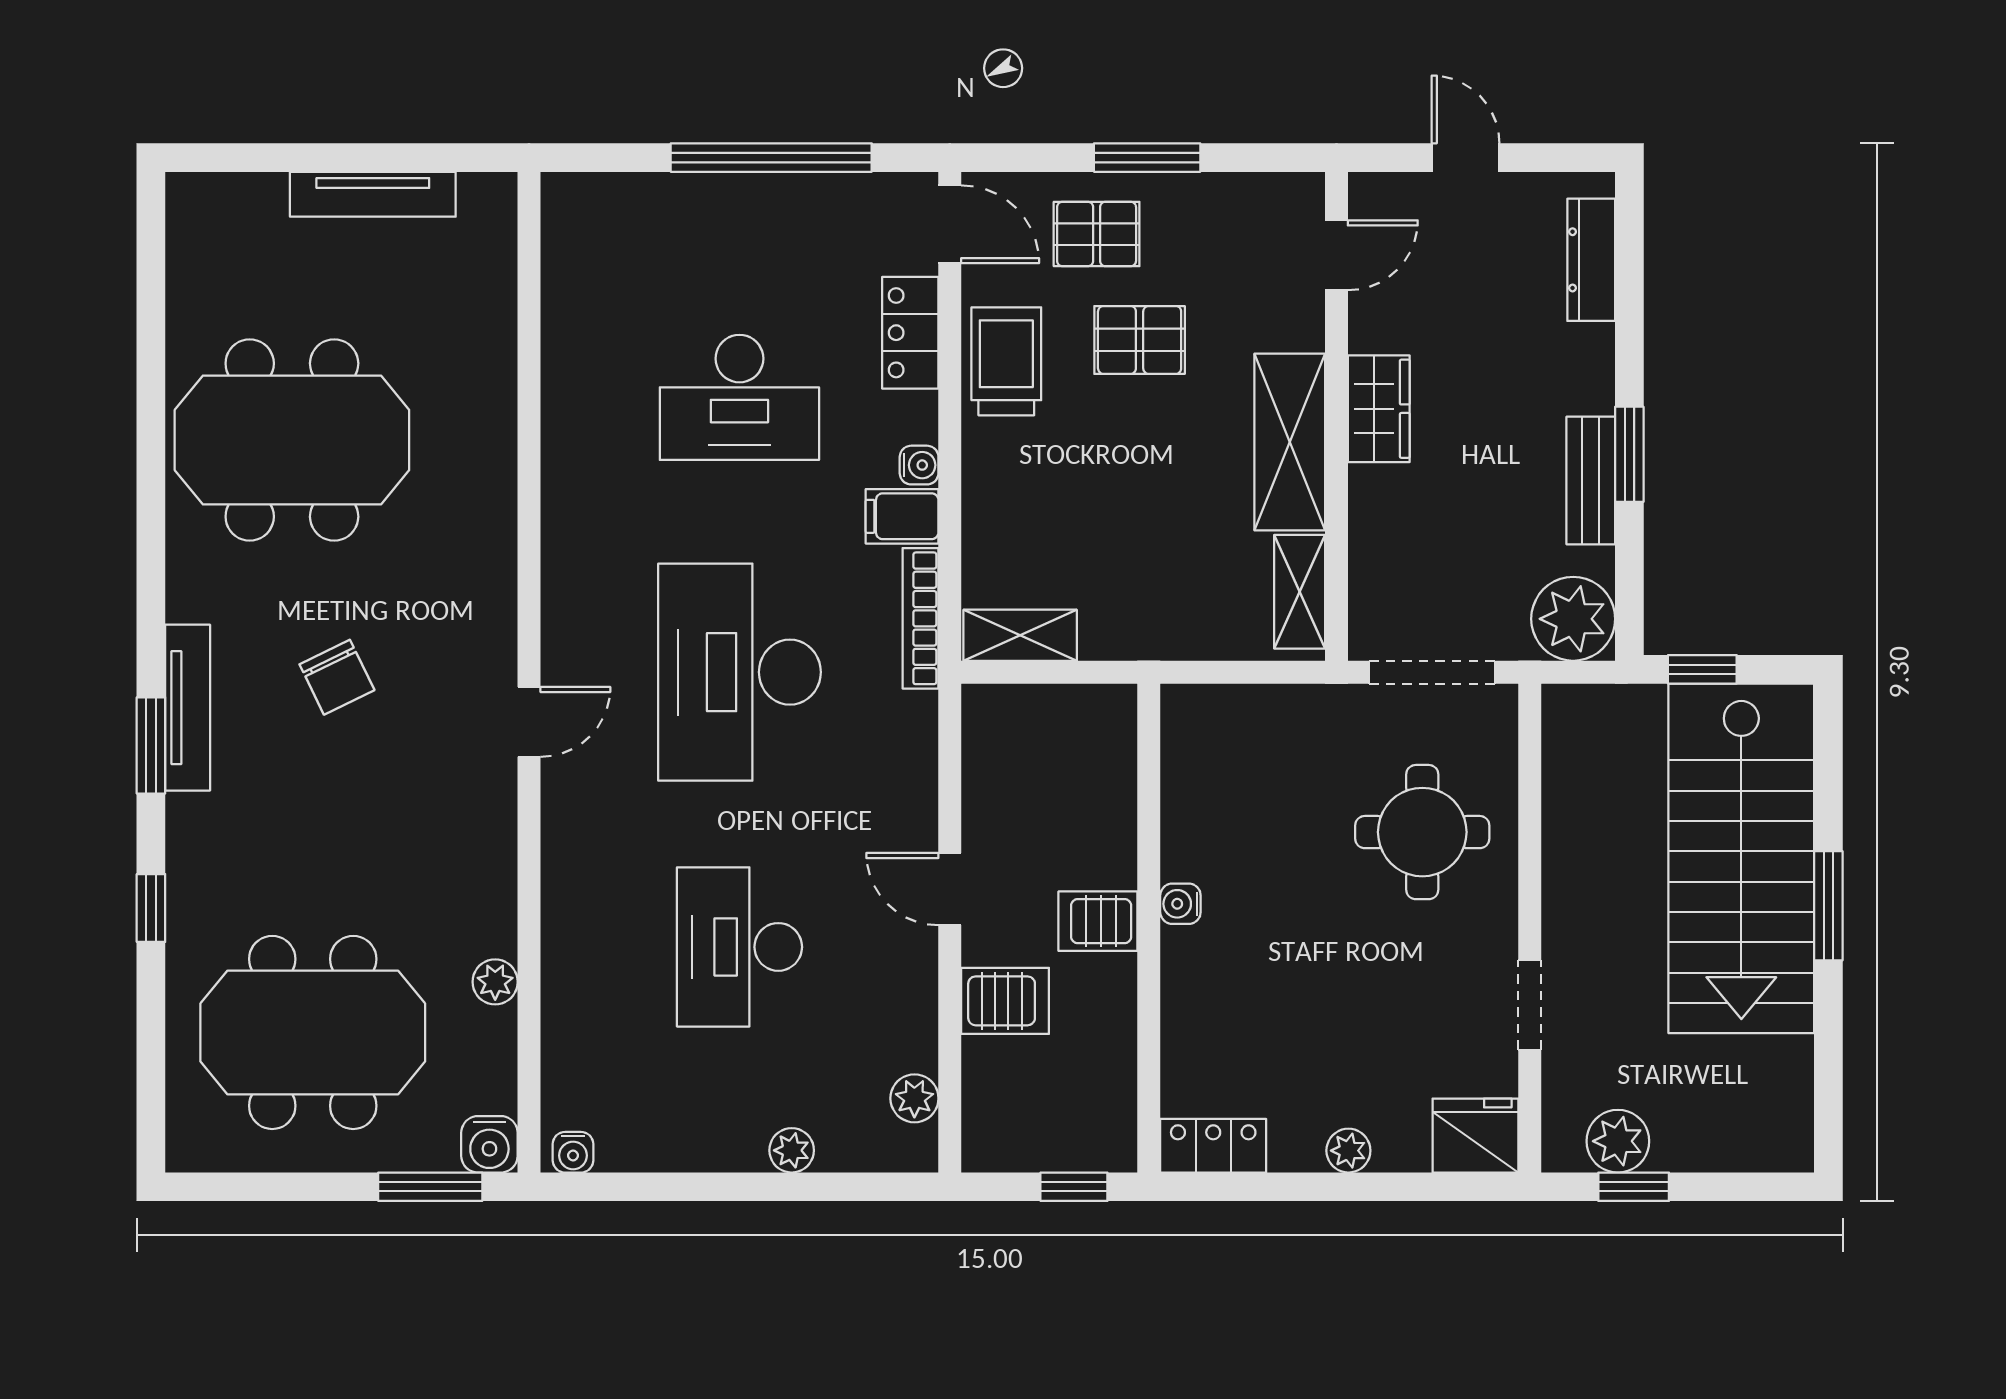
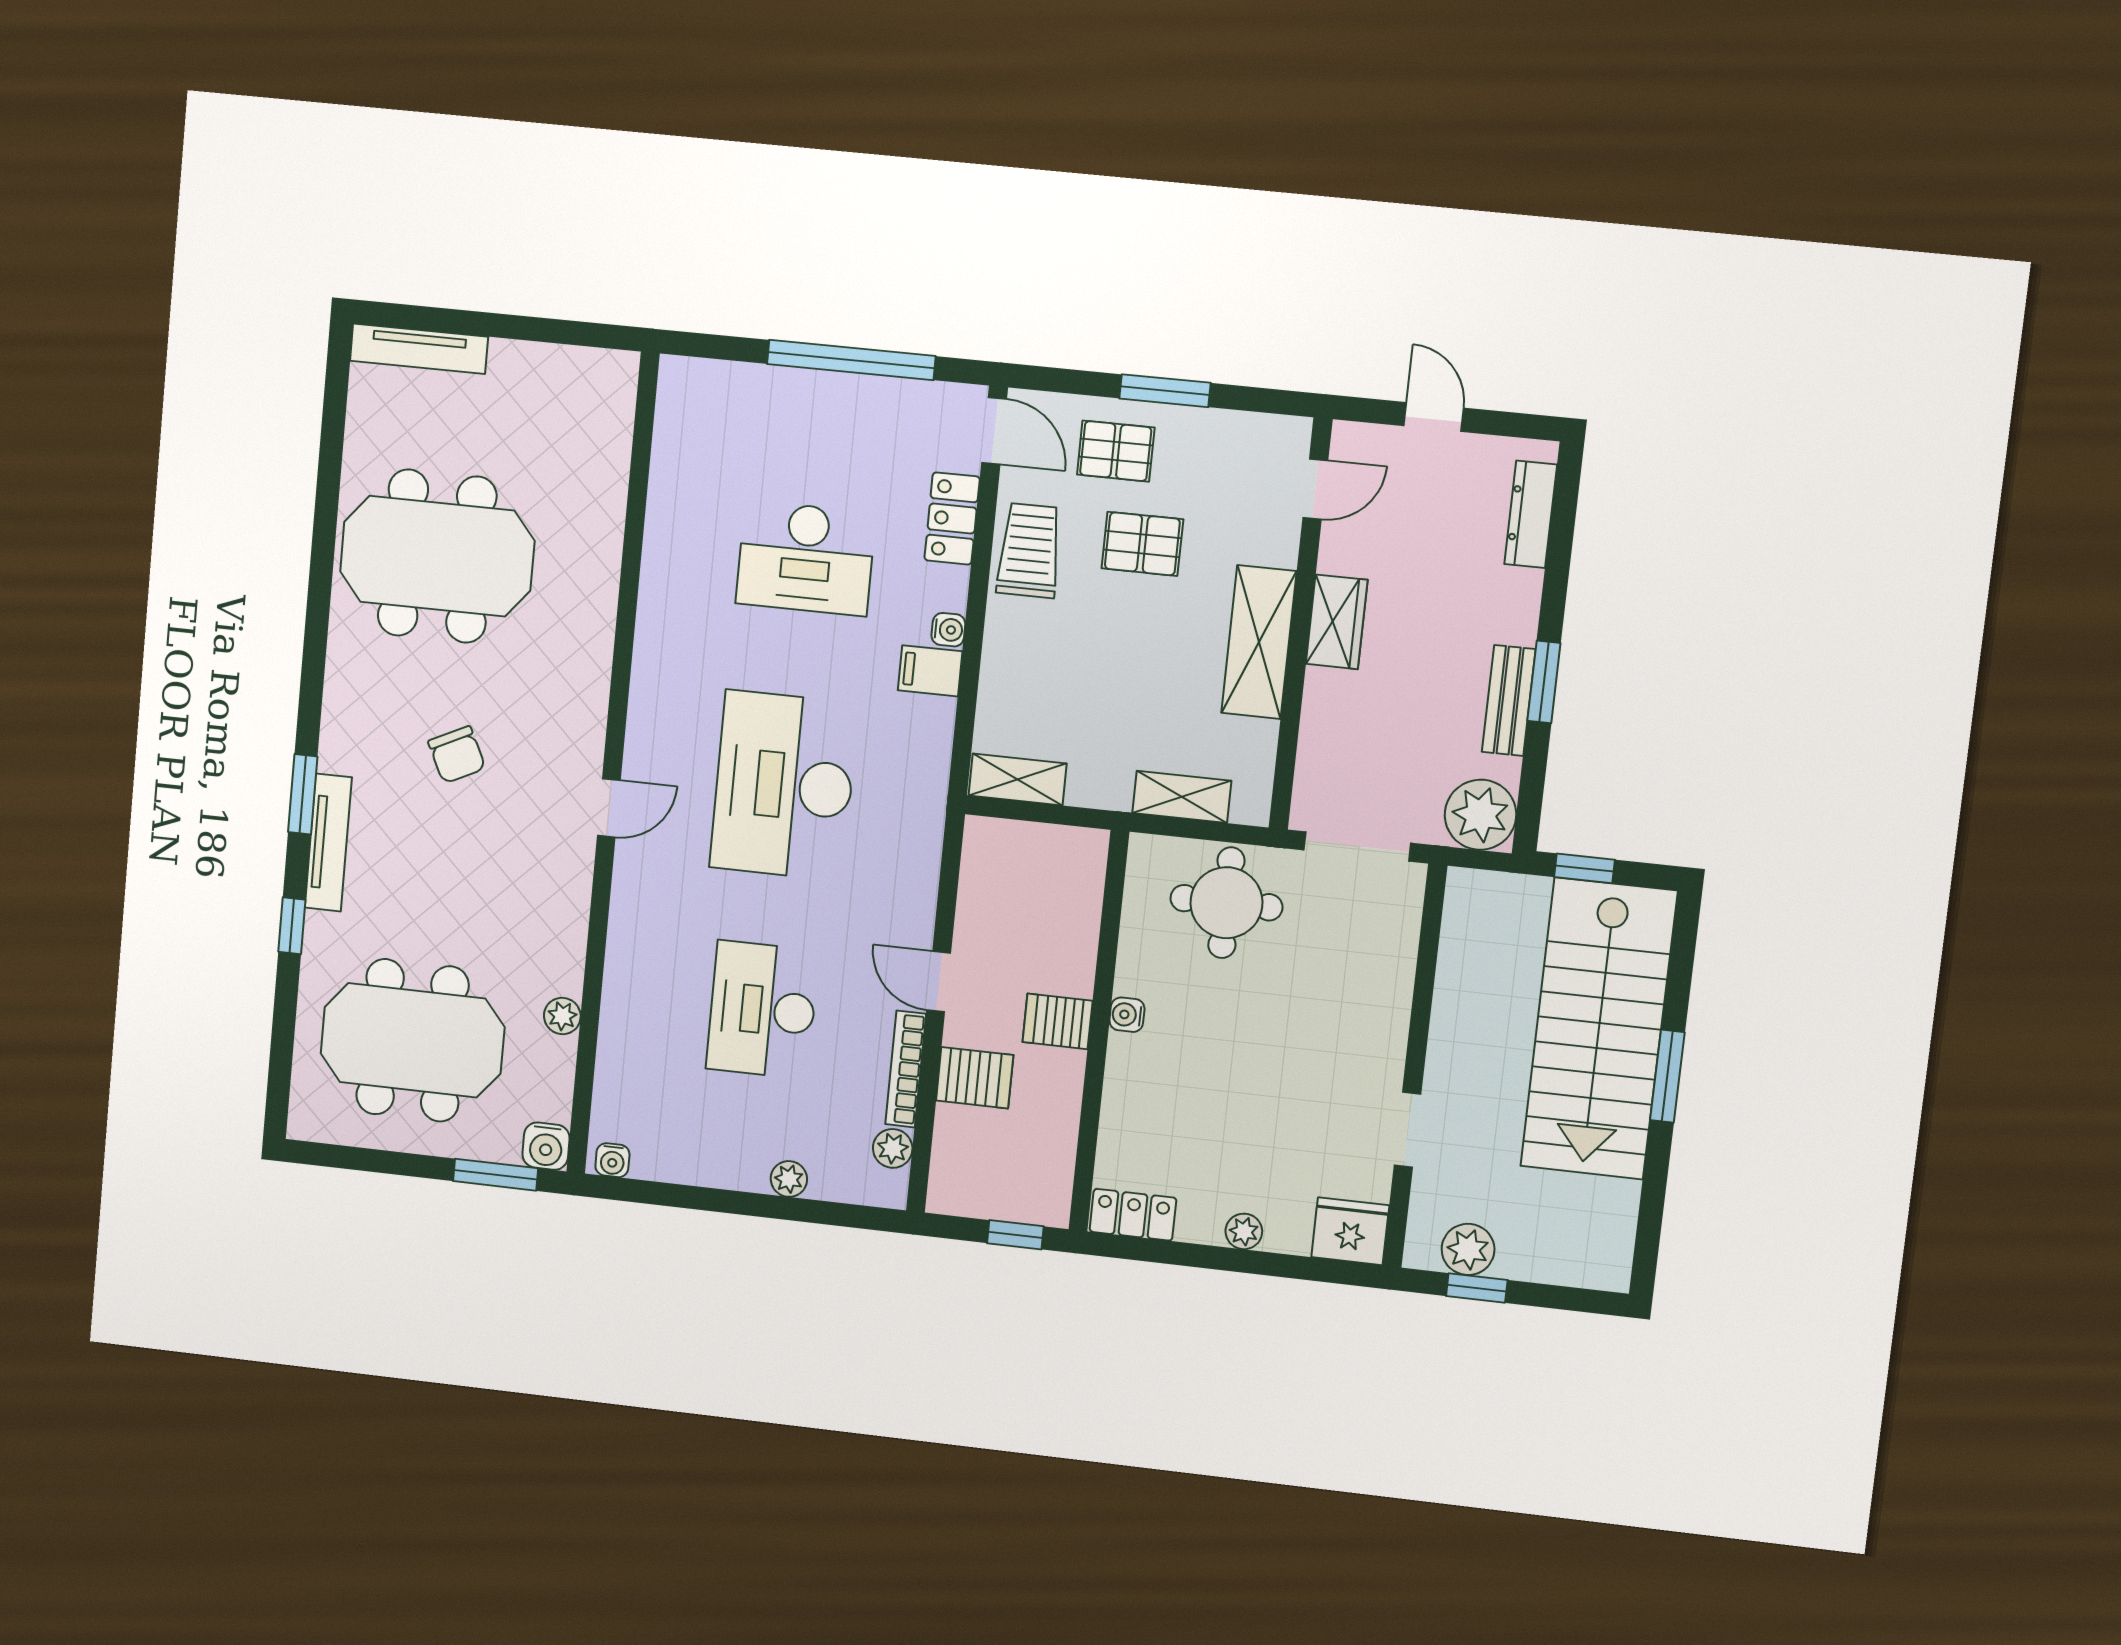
tv unit: (373, 194) -> (419, 349), moved
shelving: (1300, 592) -> (1182, 797), moved, turned 90
bookcase: (920, 618) -> (906, 1069), moved
tv unit: (188, 708) -> (328, 843), moved
round table: (1422, 832) -> (1226, 903), moved

